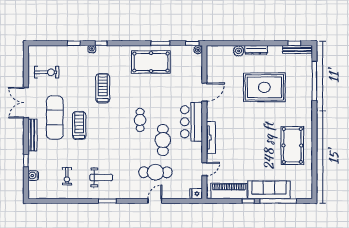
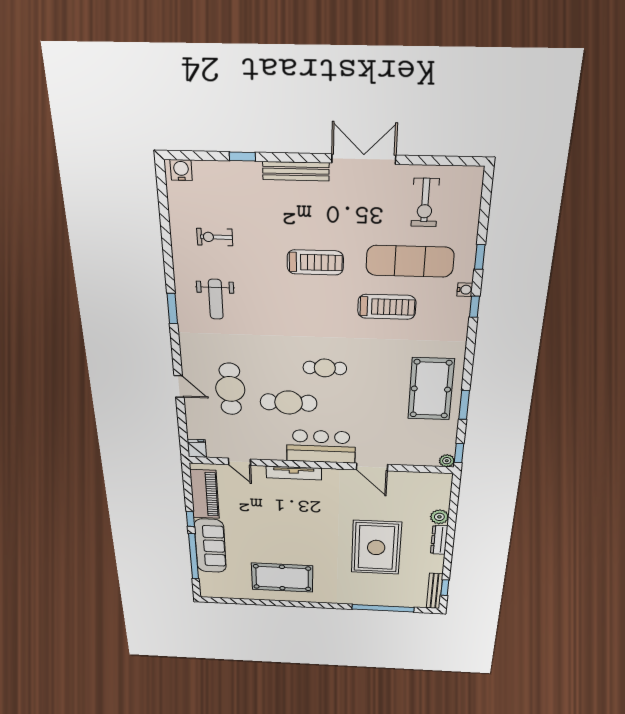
exercise mat: (55, 118) -> (410, 261), moved
water cooler: (33, 176) -> (181, 170), moved

